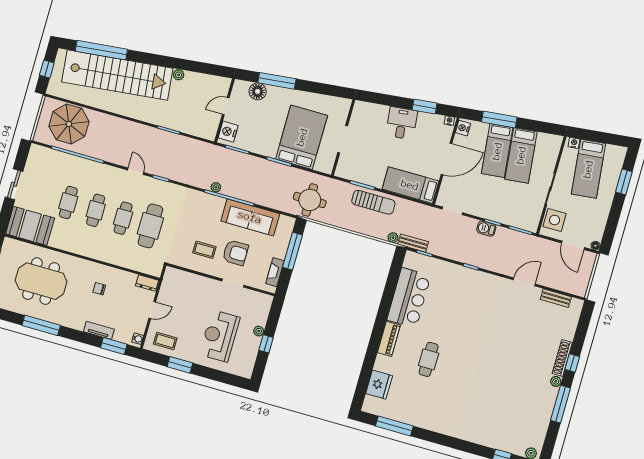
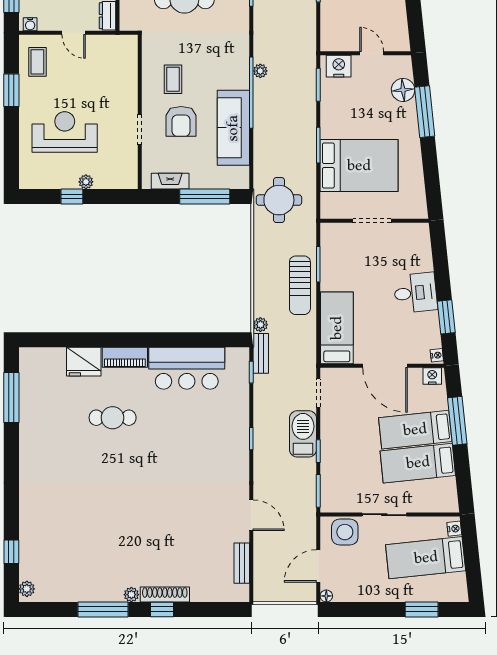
barbecue: (486, 229) -> (303, 434), width x1.88, depth x1.53
fridge: (379, 385) -> (84, 362), moved

